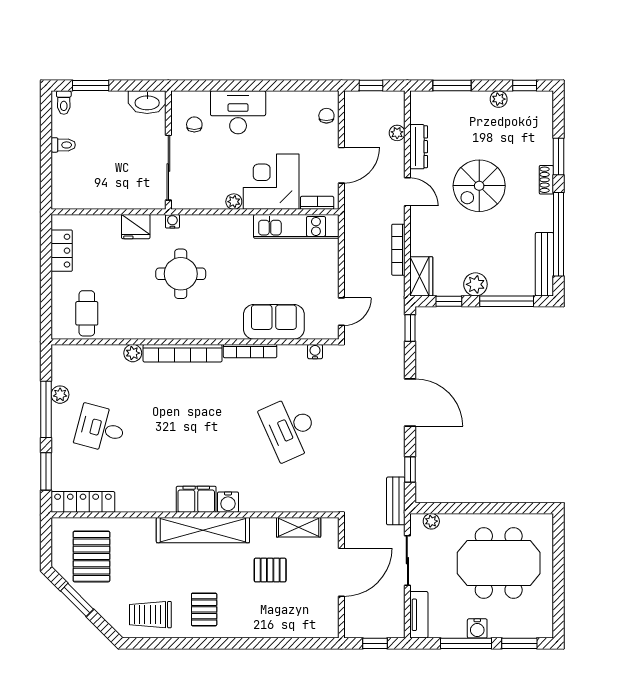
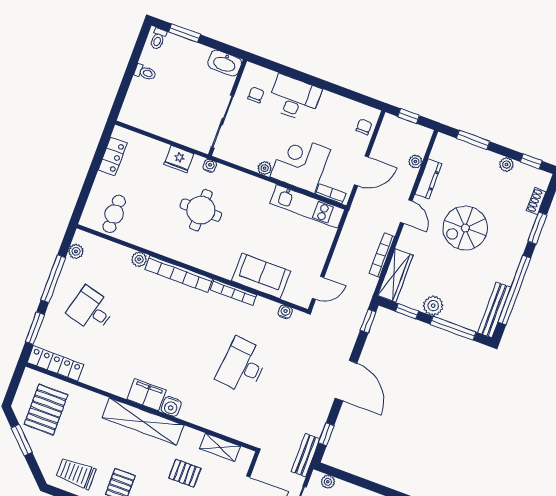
shoe rack: (546, 180) -> (536, 201), moved
wardrobe: (421, 276) -> (395, 275), width x1.50
plant: (60, 395) -> (76, 251), moved
desk: (290, 428) -> (242, 366), turned 30

